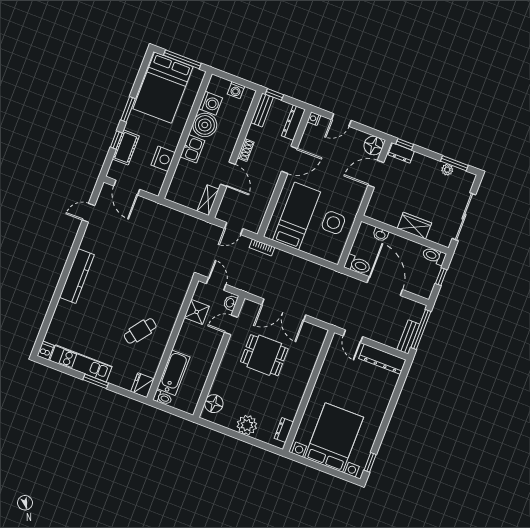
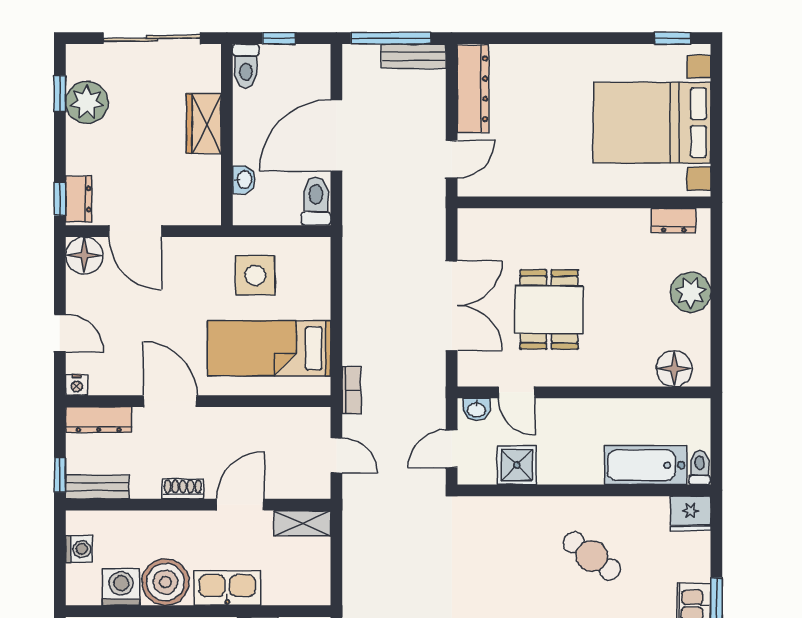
kitchen sink: (192, 149) -> (227, 588), width x1.38
window: (454, 163) -> (60, 94), width x0.67
plant: (447, 170) -> (87, 102), width x1.87, depth x1.87

